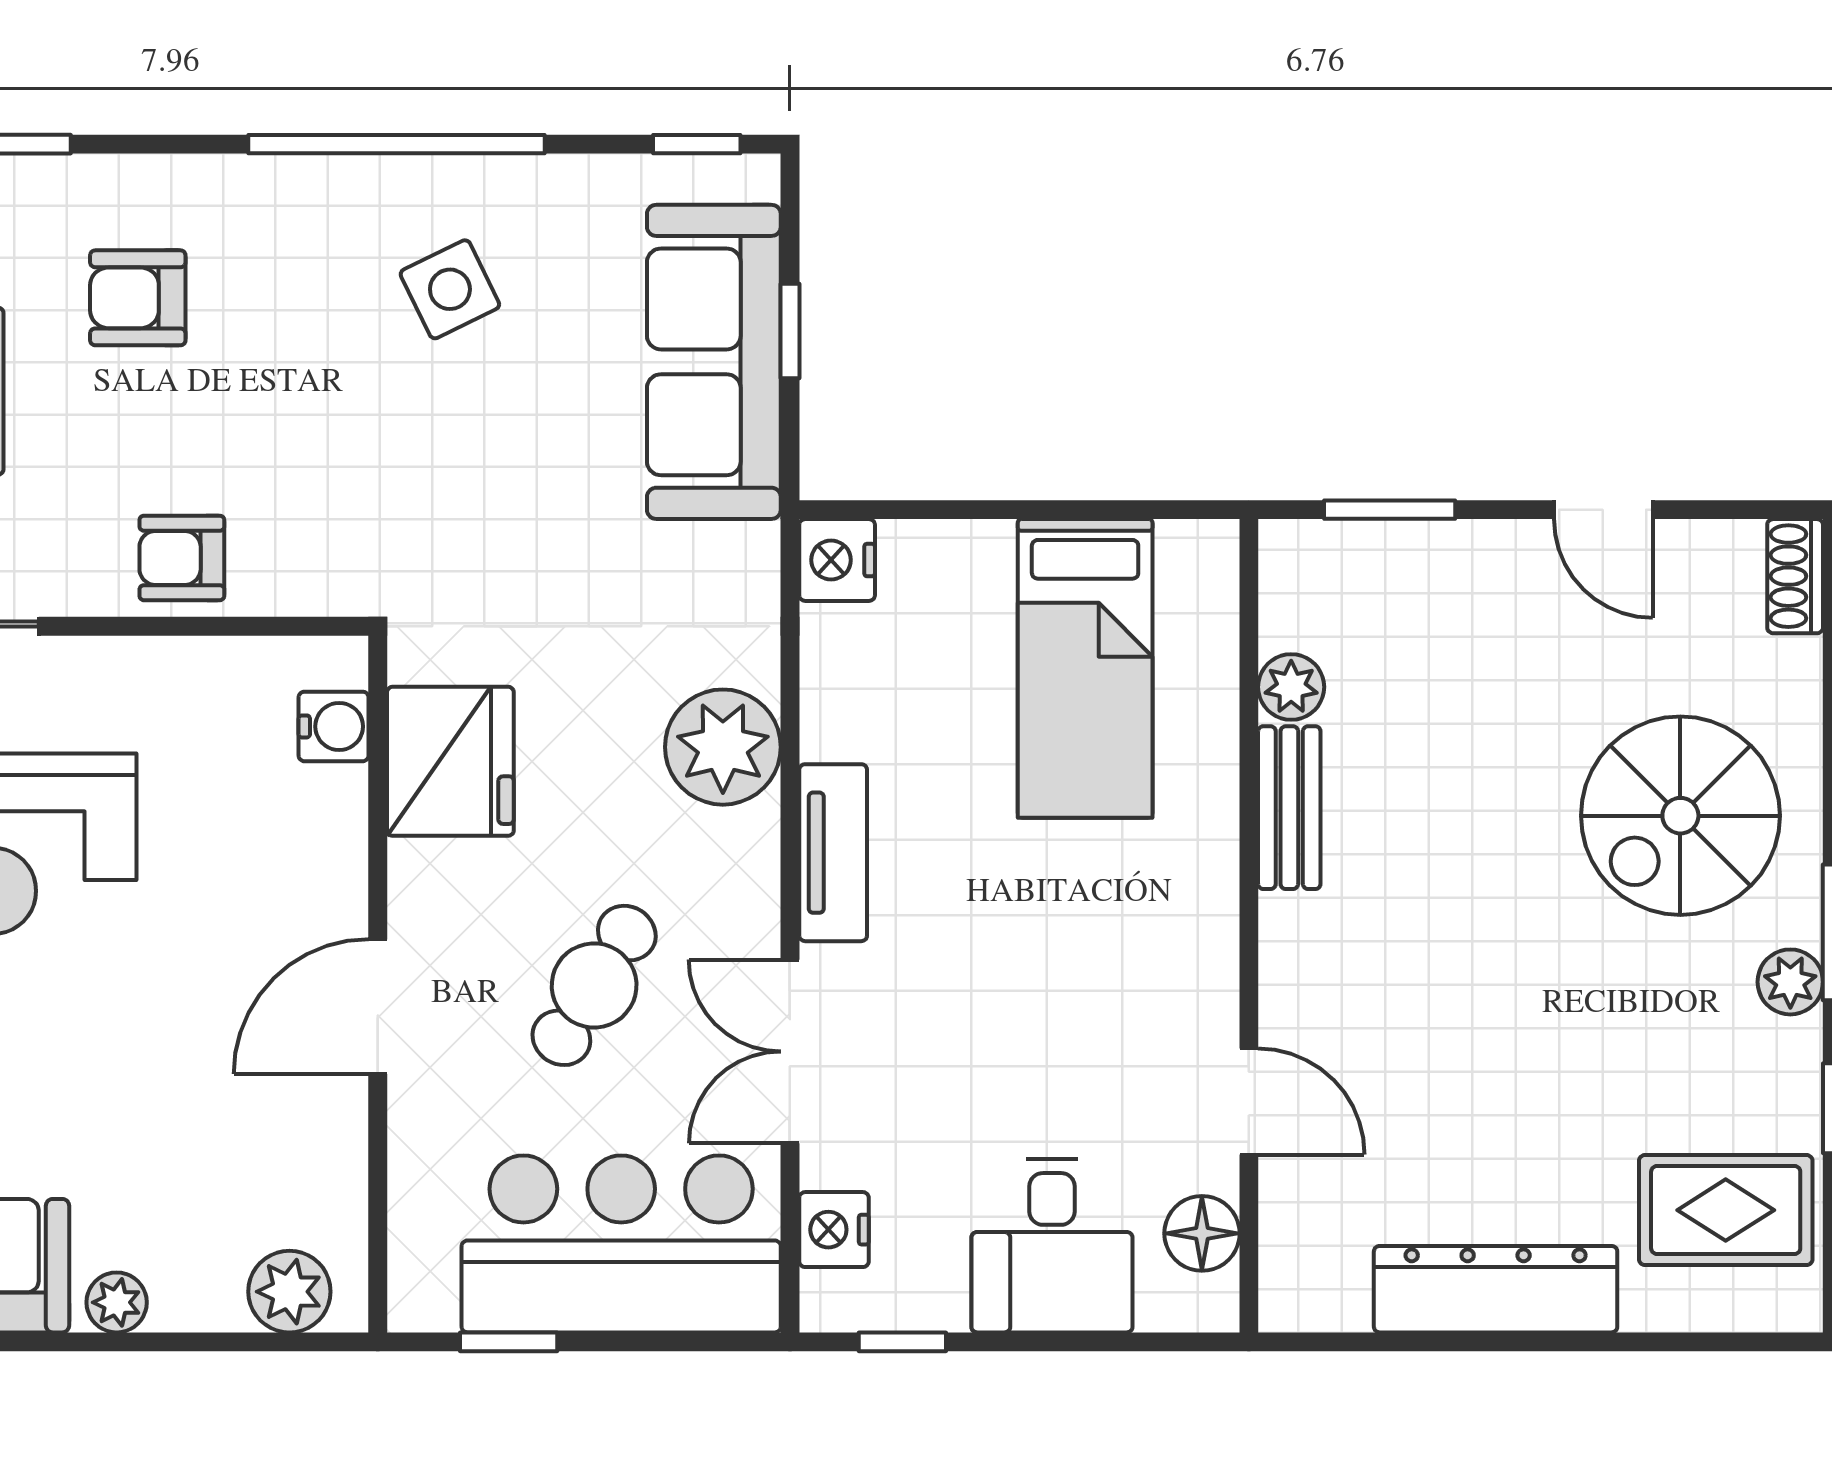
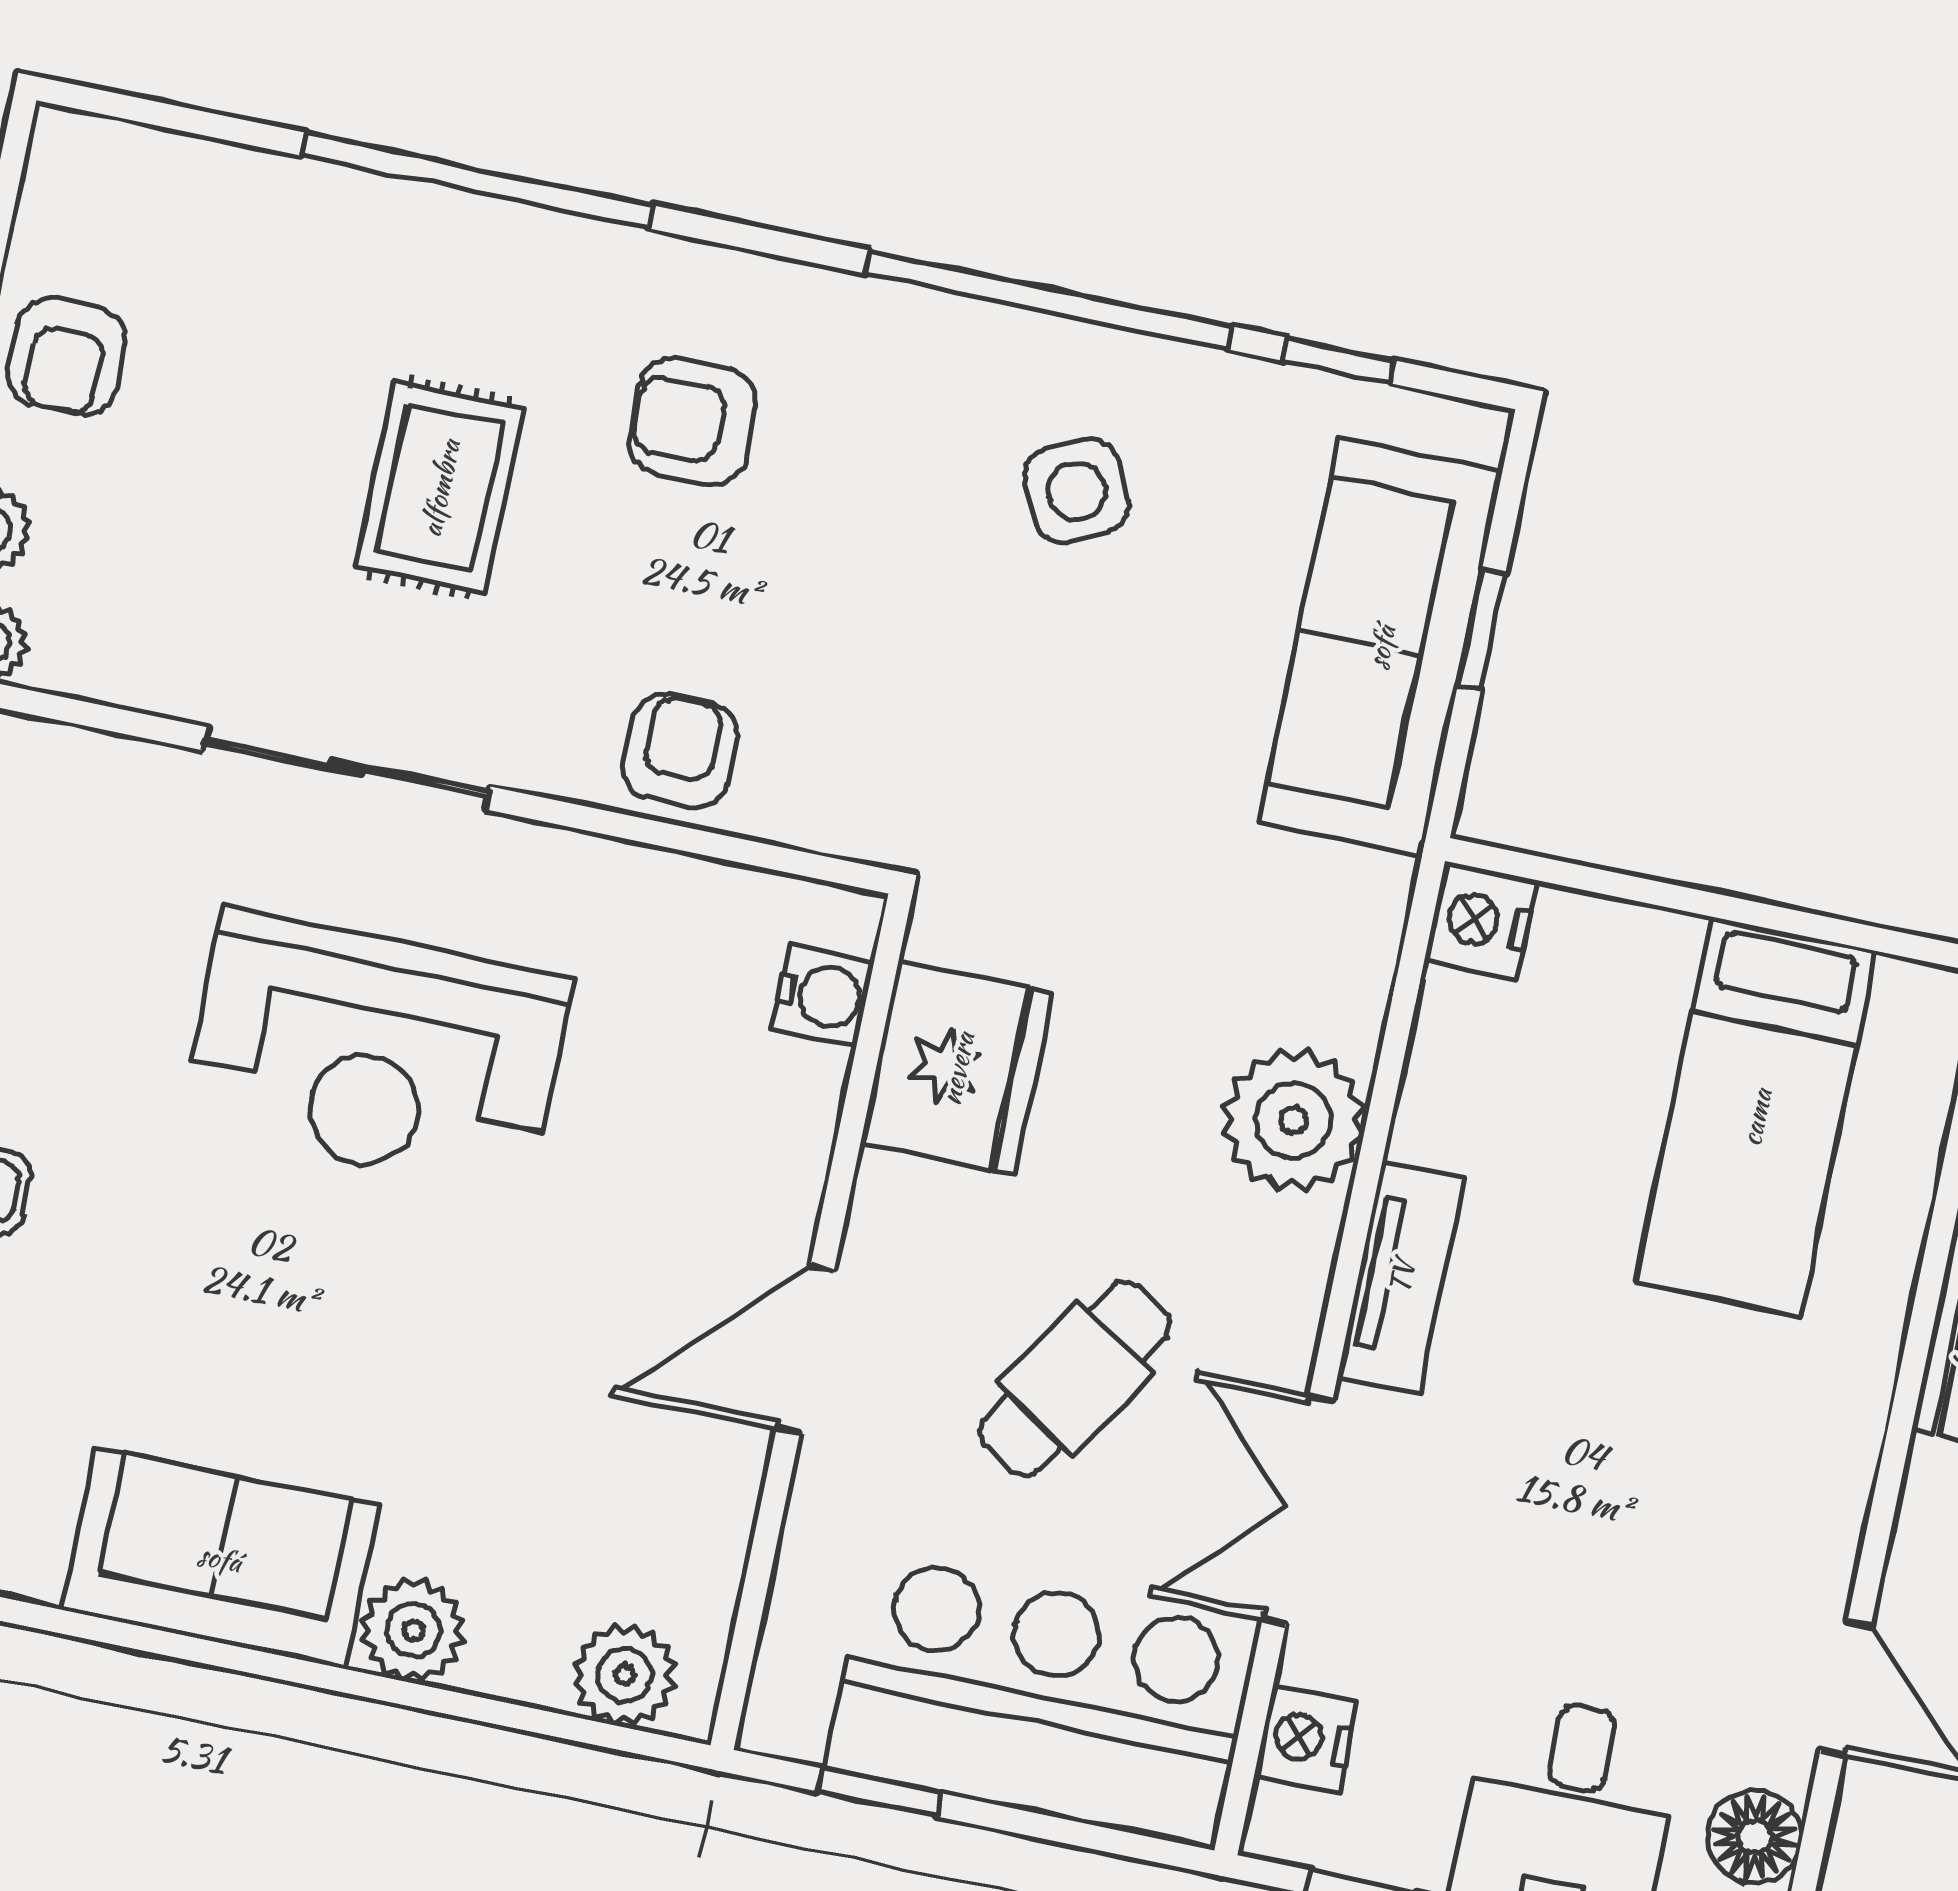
window: (697, 144) -> (1339, 361), moved
armchair: (182, 558) -> (680, 751), turned 90
plant: (117, 1302) -> (413, 1630), width x1.38, depth x1.38

